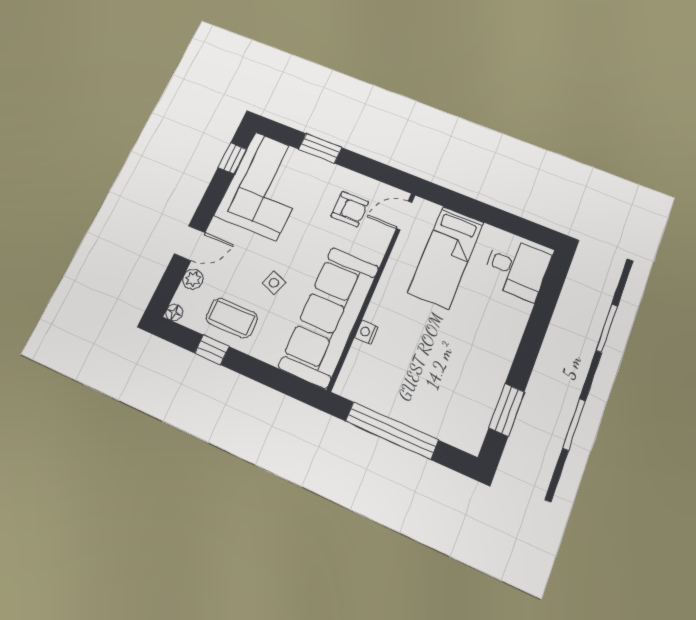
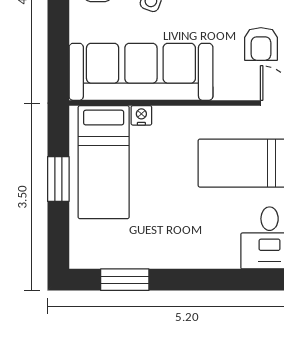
bed: (393, 383) -> (104, 162), added
window: (392, 431) -> (58, 179), width x0.47

